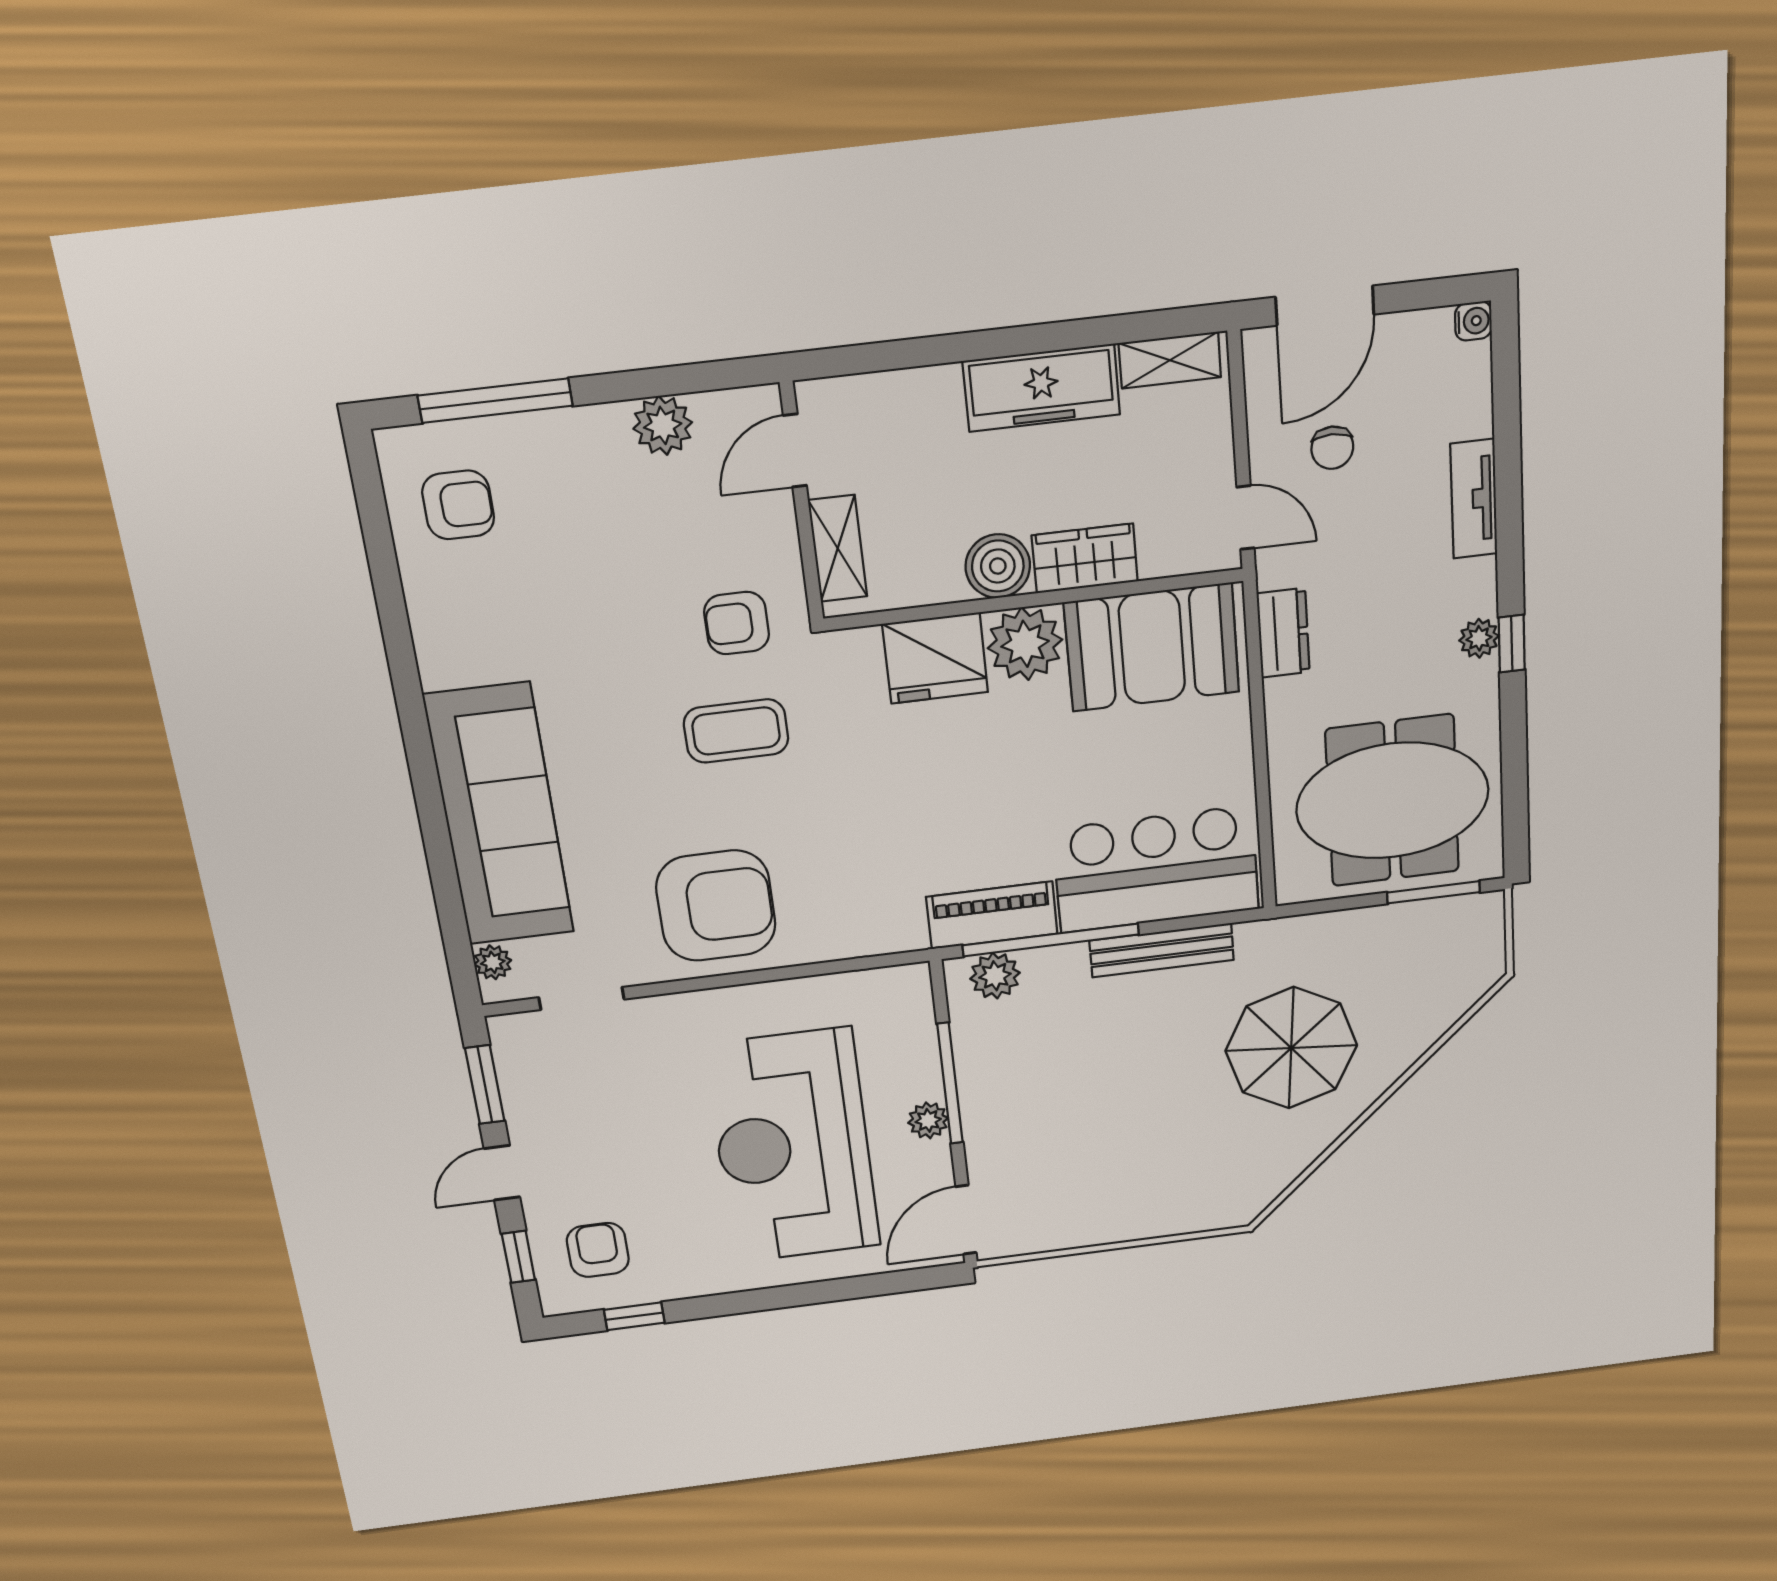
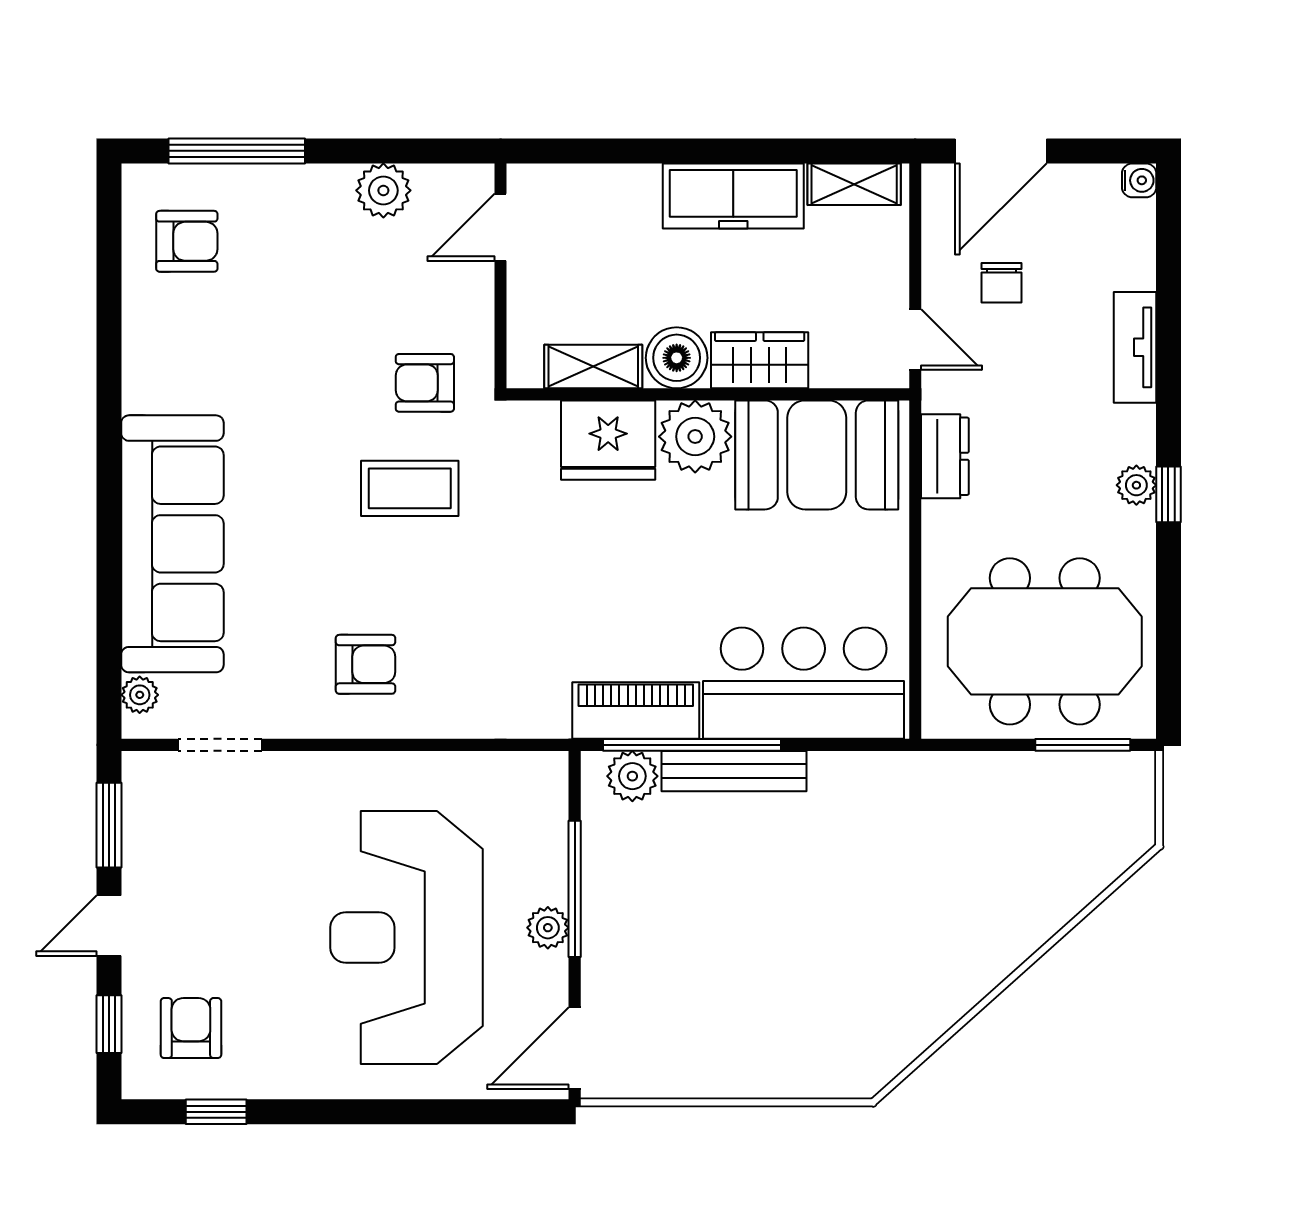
shelving: (838, 548) -> (593, 366), moved, turned 90
armchair: (716, 906) -> (366, 664), width x0.53, depth x0.53
bench: (1162, 950) -> (734, 771), moved
parasol: (1291, 1048) -> (929, 898), removed

